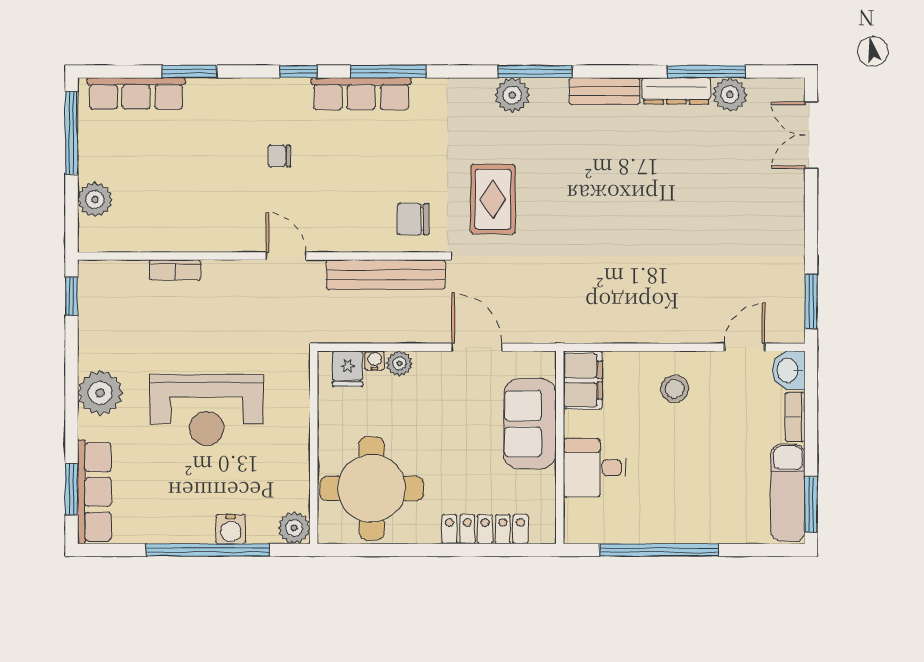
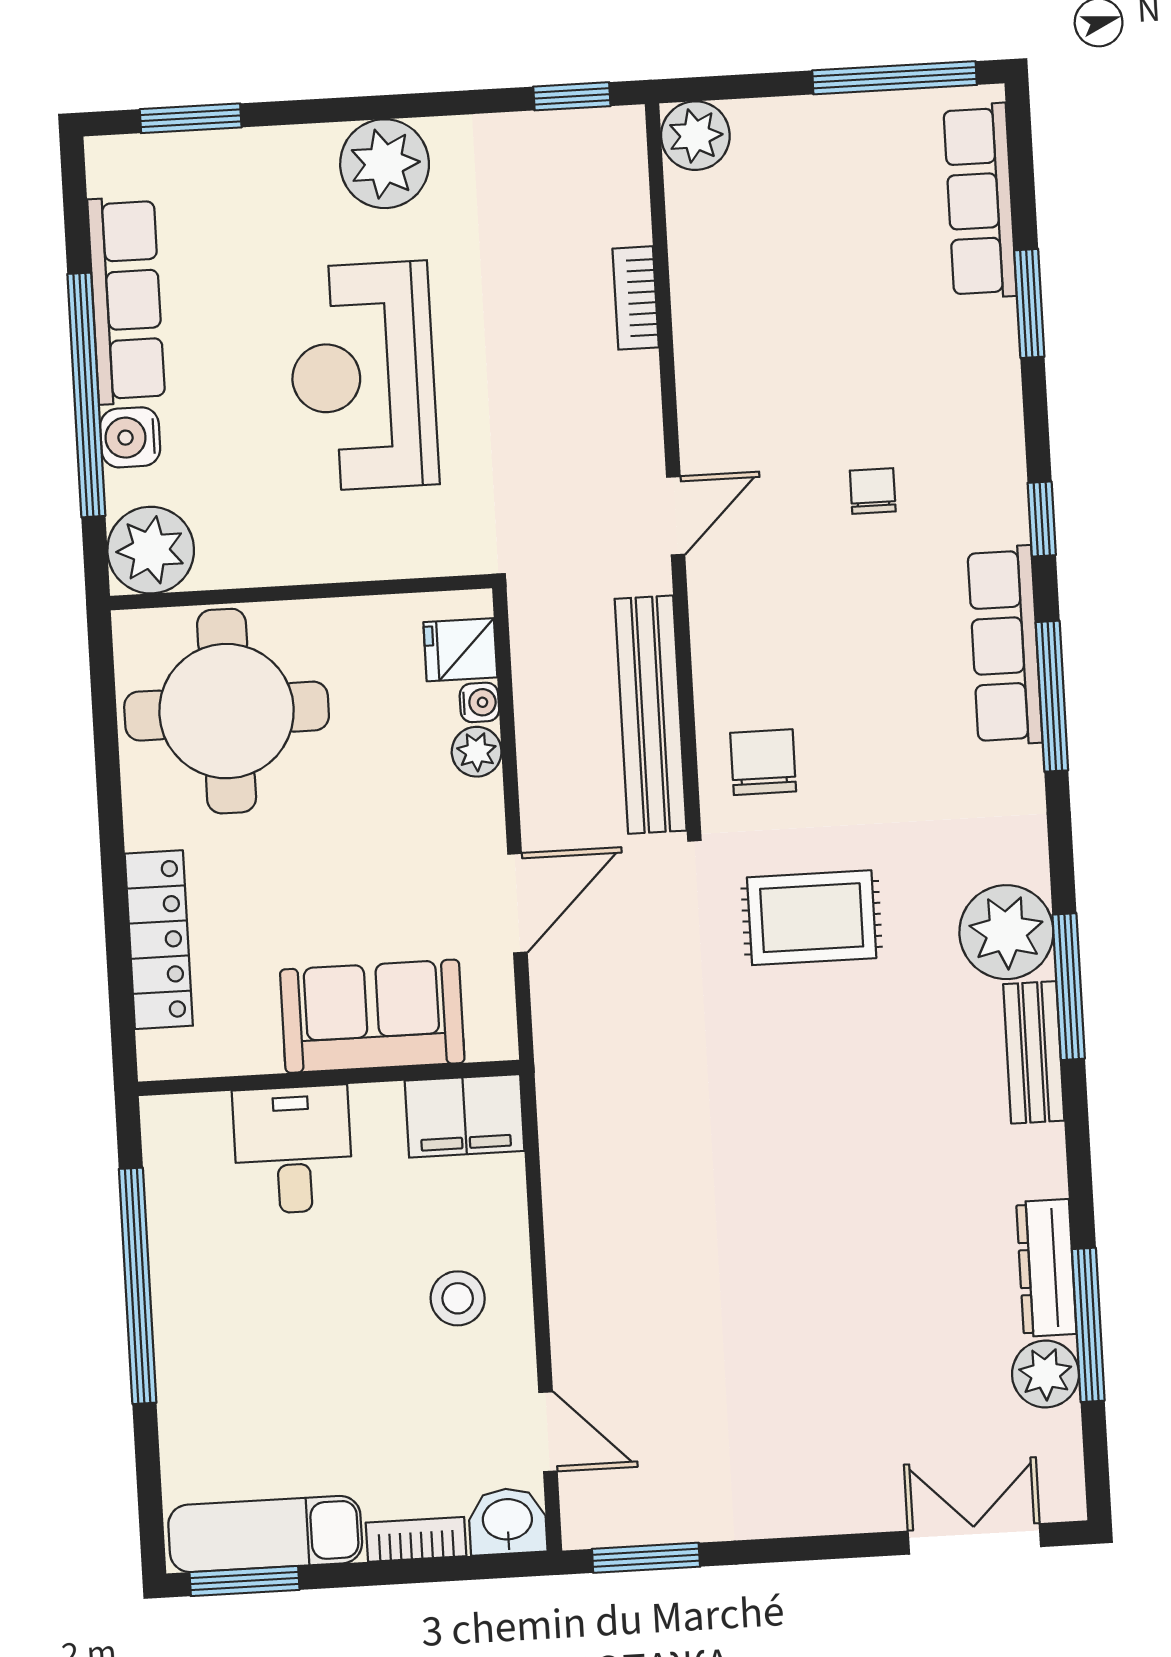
bench: (605, 91) -> (1034, 1052), moved
plant: (512, 95) -> (1006, 932), width x1.36, depth x1.36
plant: (95, 200) -> (695, 136), moved
row of seats: (94, 492) -> (126, 300), moved, turned -90
plant: (294, 528) -> (151, 550), width x1.36, depth x1.36

